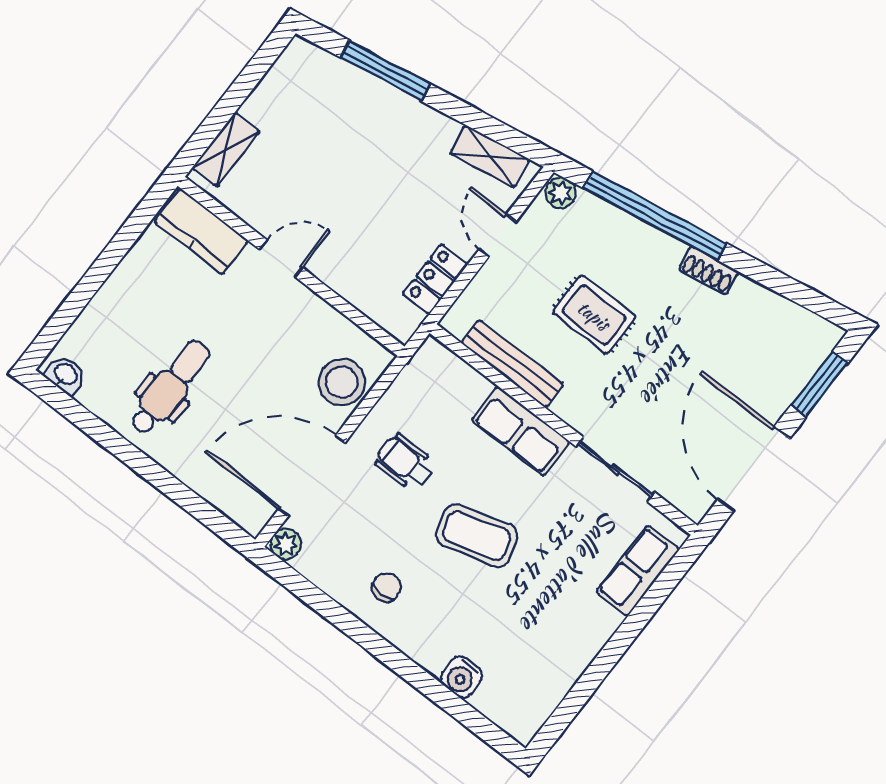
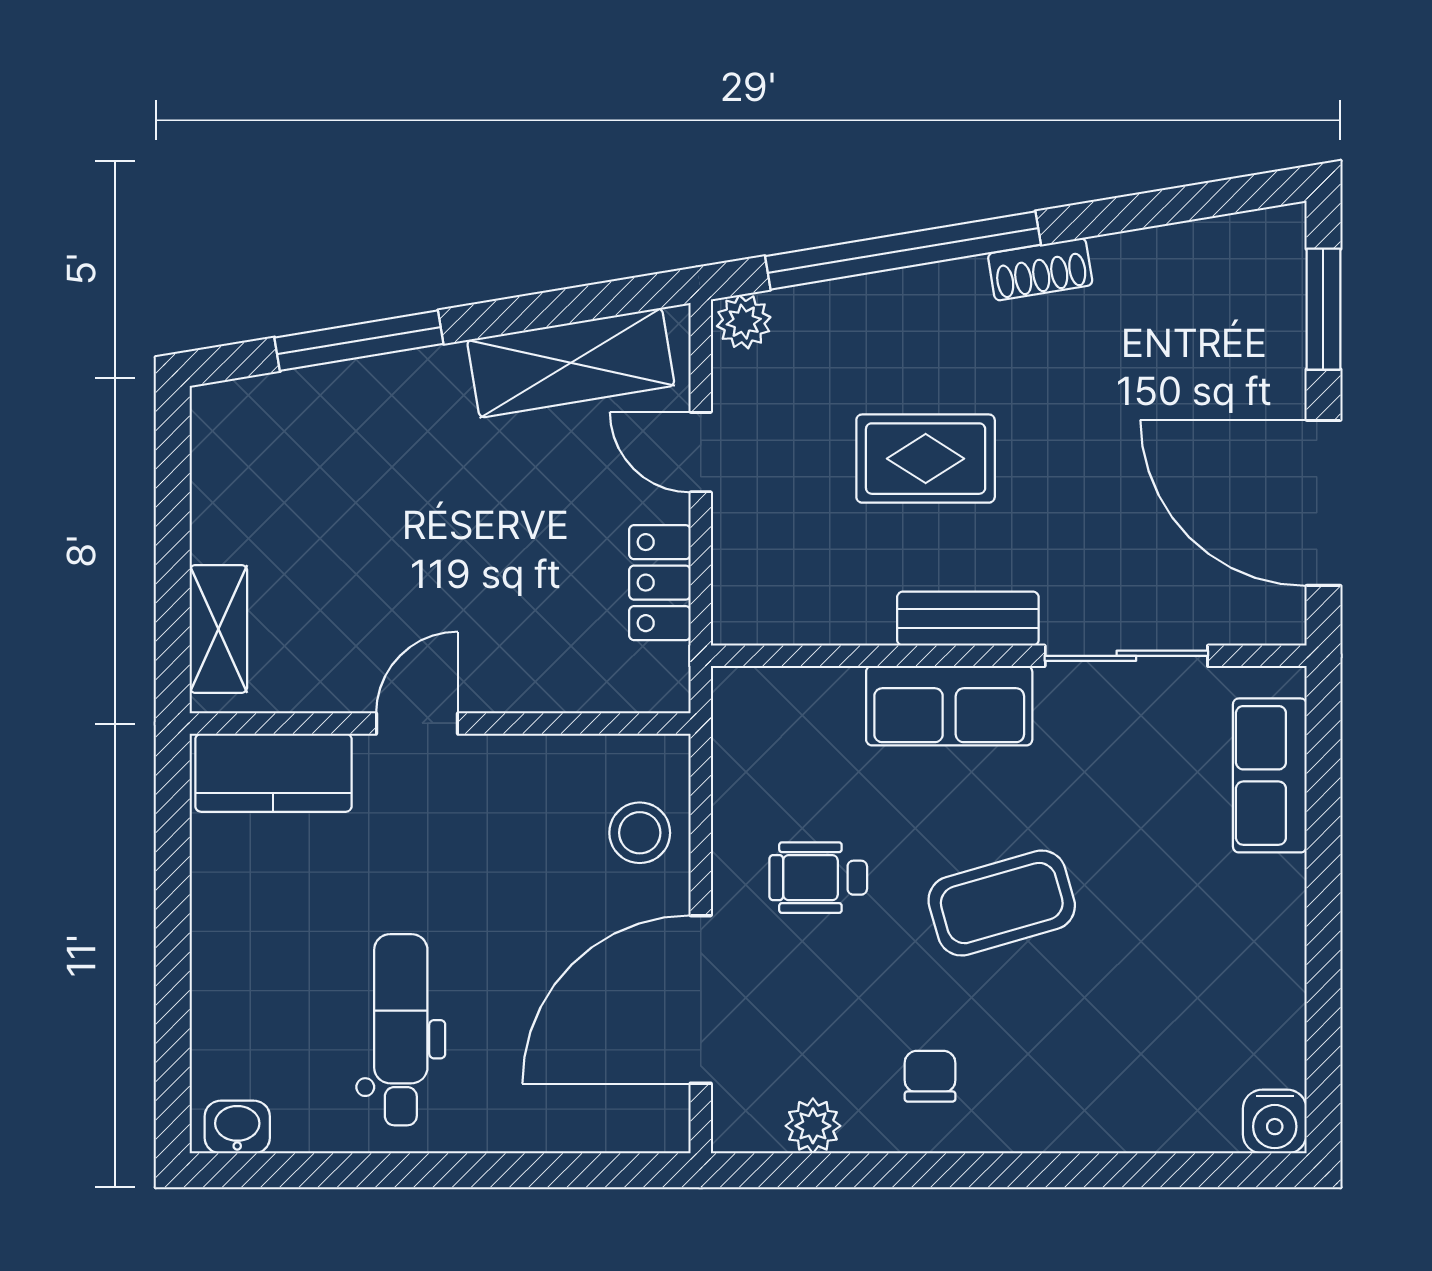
shelving: (490, 156) -> (571, 363), width x1.50, depth x1.33
bench: (512, 364) -> (968, 619), moved, width x0.73
stool: (342, 382) -> (640, 833), width x0.73, depth x0.73
plant: (286, 544) -> (813, 1126), moved
water cooler: (462, 677) -> (1275, 1122), moved

